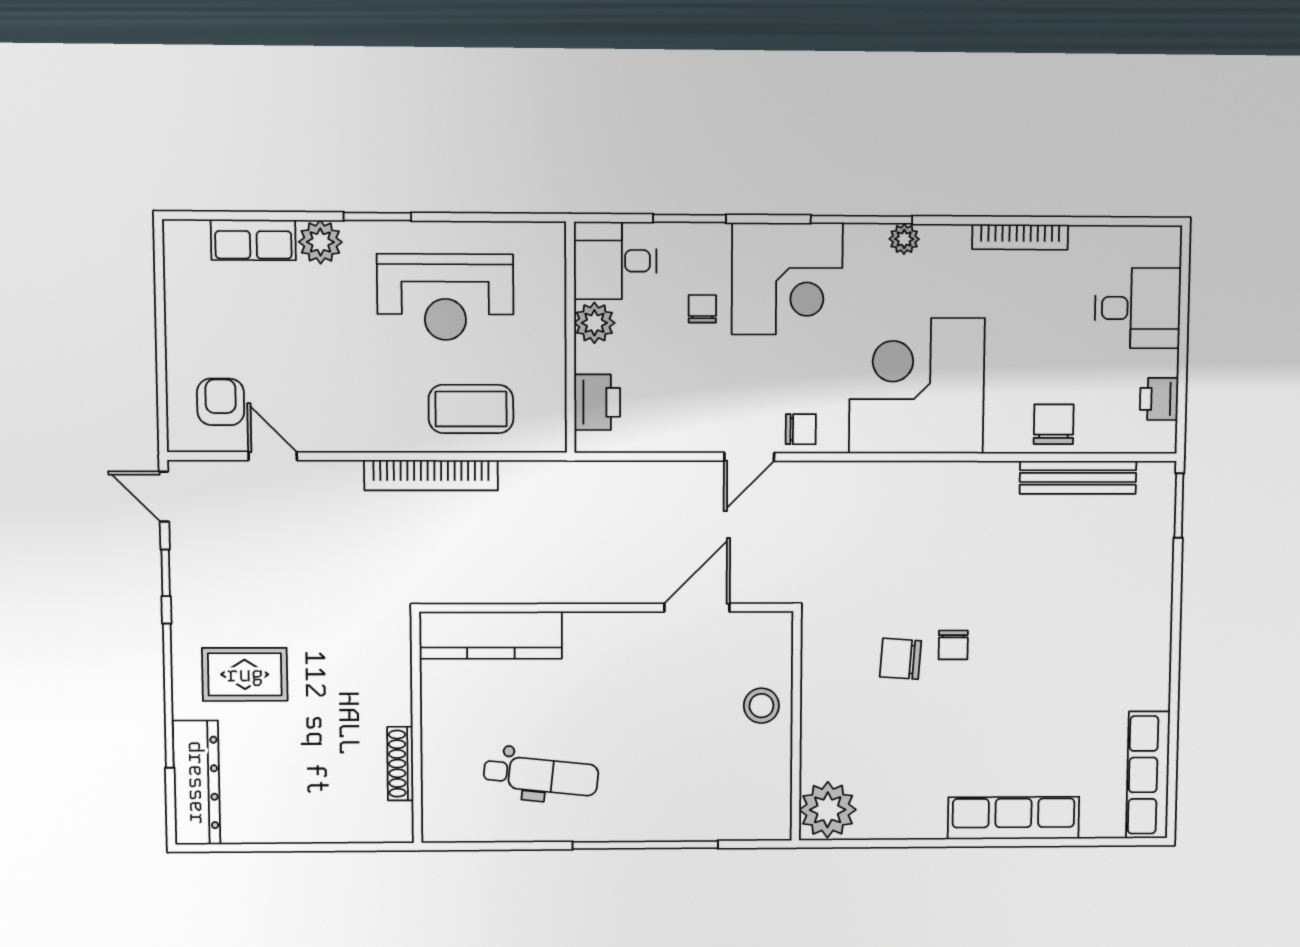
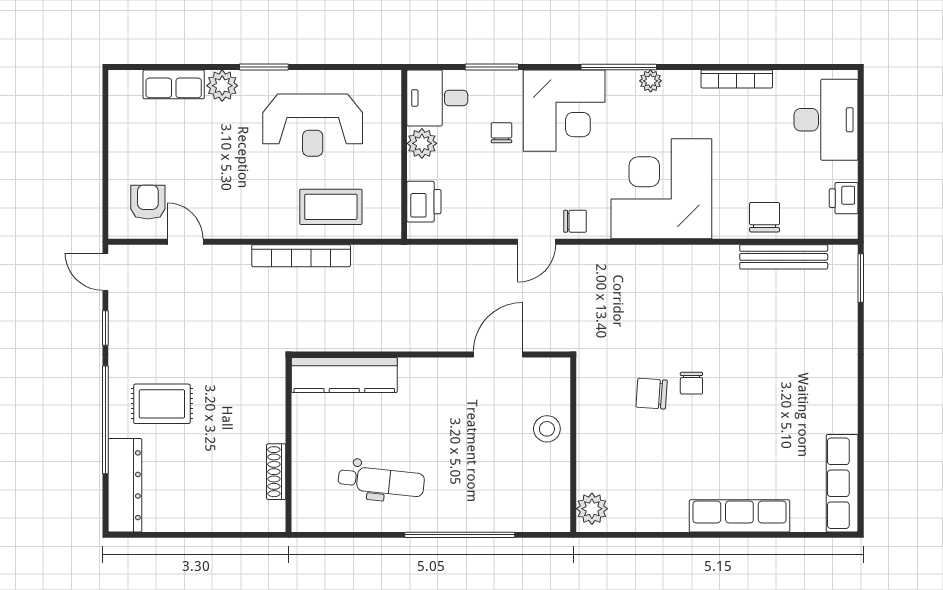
desk: (1138, 308) -> (826, 120), width x1.37
plant: (828, 810) -> (592, 509), width x0.73, depth x0.73

